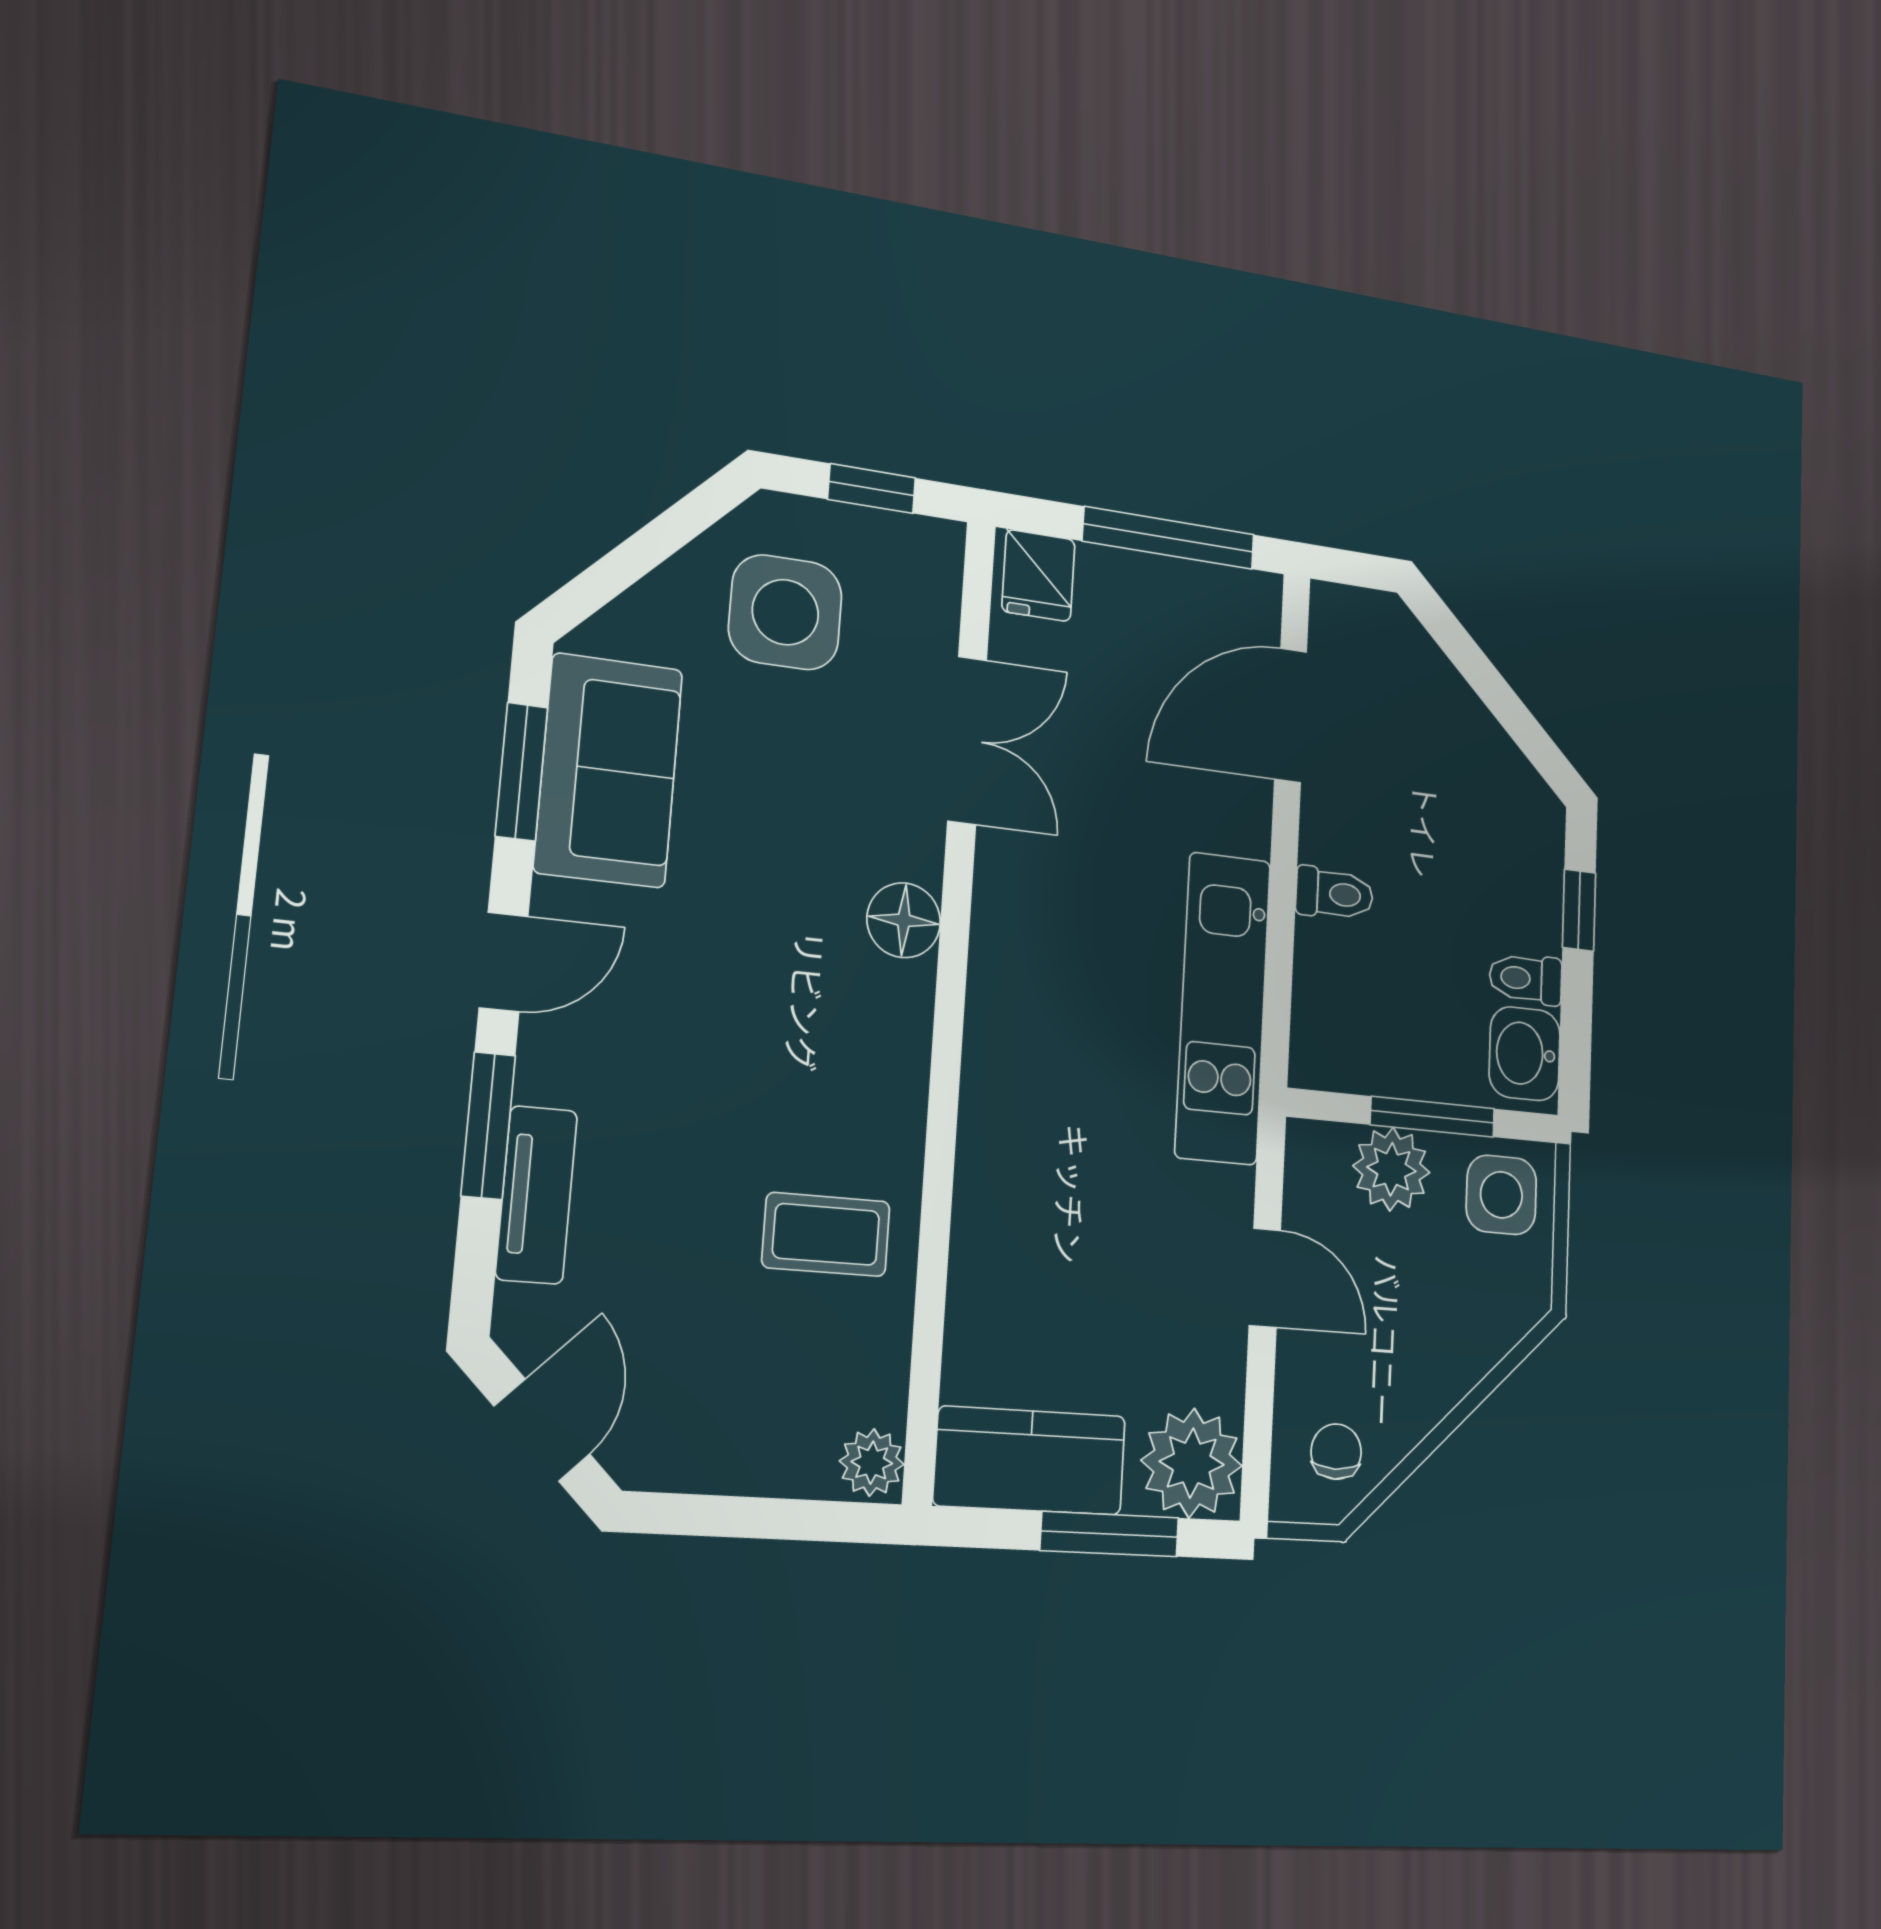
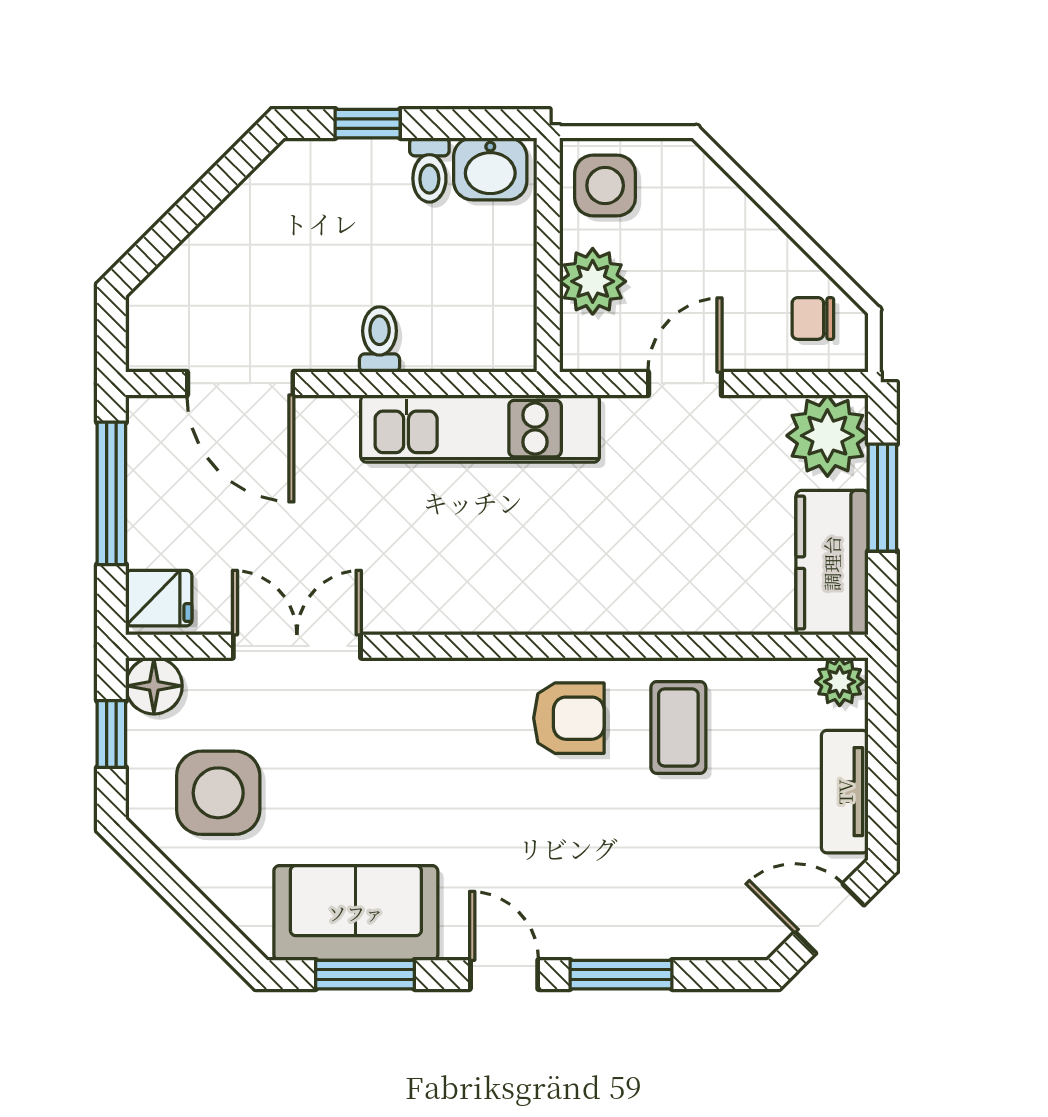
floor lamp: (904, 920) -> (154, 686), moved
armchair: (849, 1086) -> (569, 718), added
window: (1433, 1117) -> (548, 248), removed
tv unit: (536, 1195) -> (845, 792), moved, turned -90

